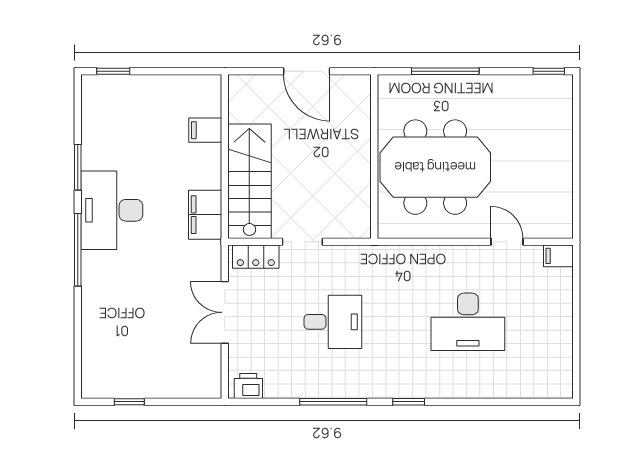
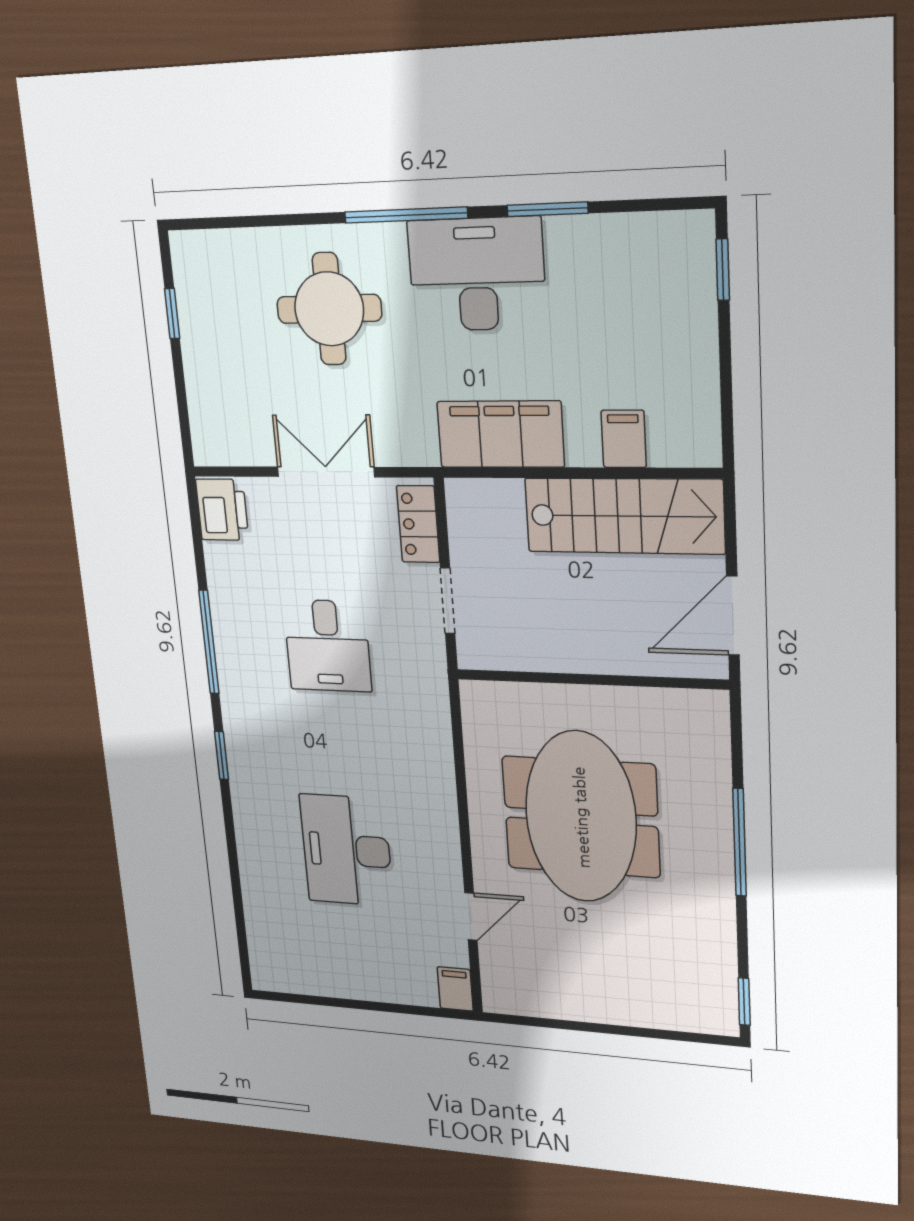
wall: (374, 157) -> (591, 679), moved
stairs: (249, 181) -> (624, 516), moved
filing cabinet: (205, 215) -> (500, 434), width x1.50, depth x1.17
round table: (129, 301) -> (329, 309), added
printer: (248, 386) -> (222, 510), width x1.36, depth x1.24

